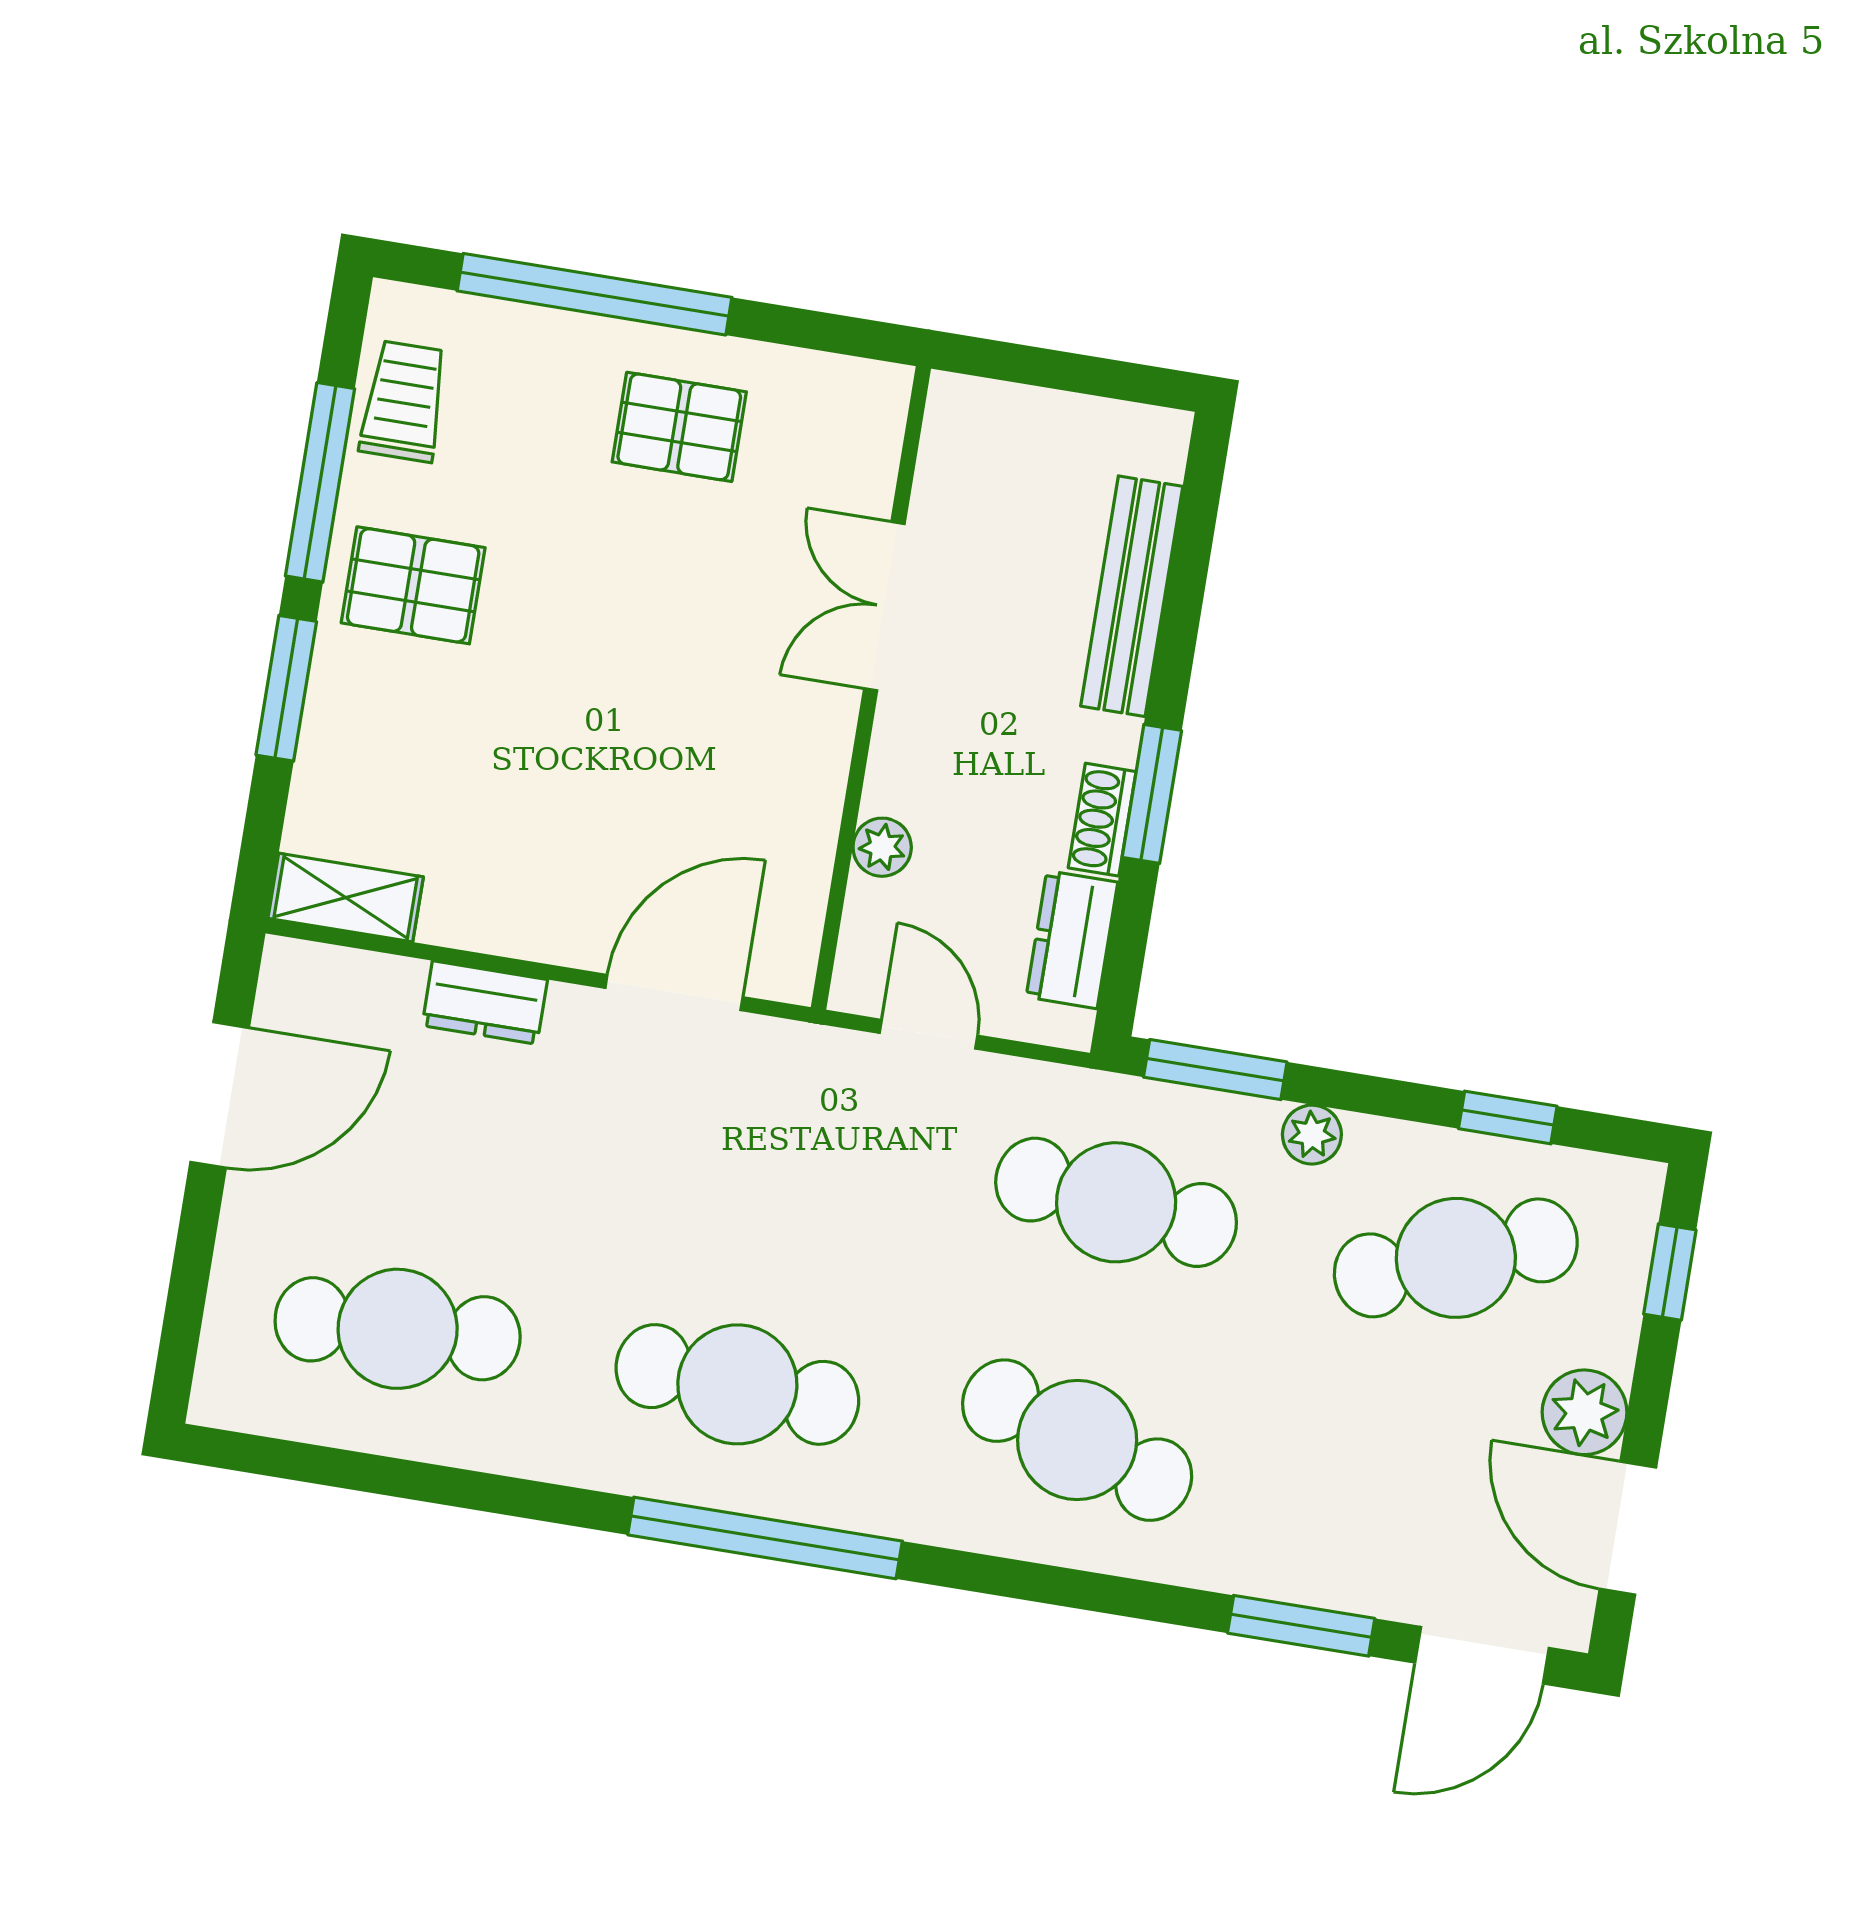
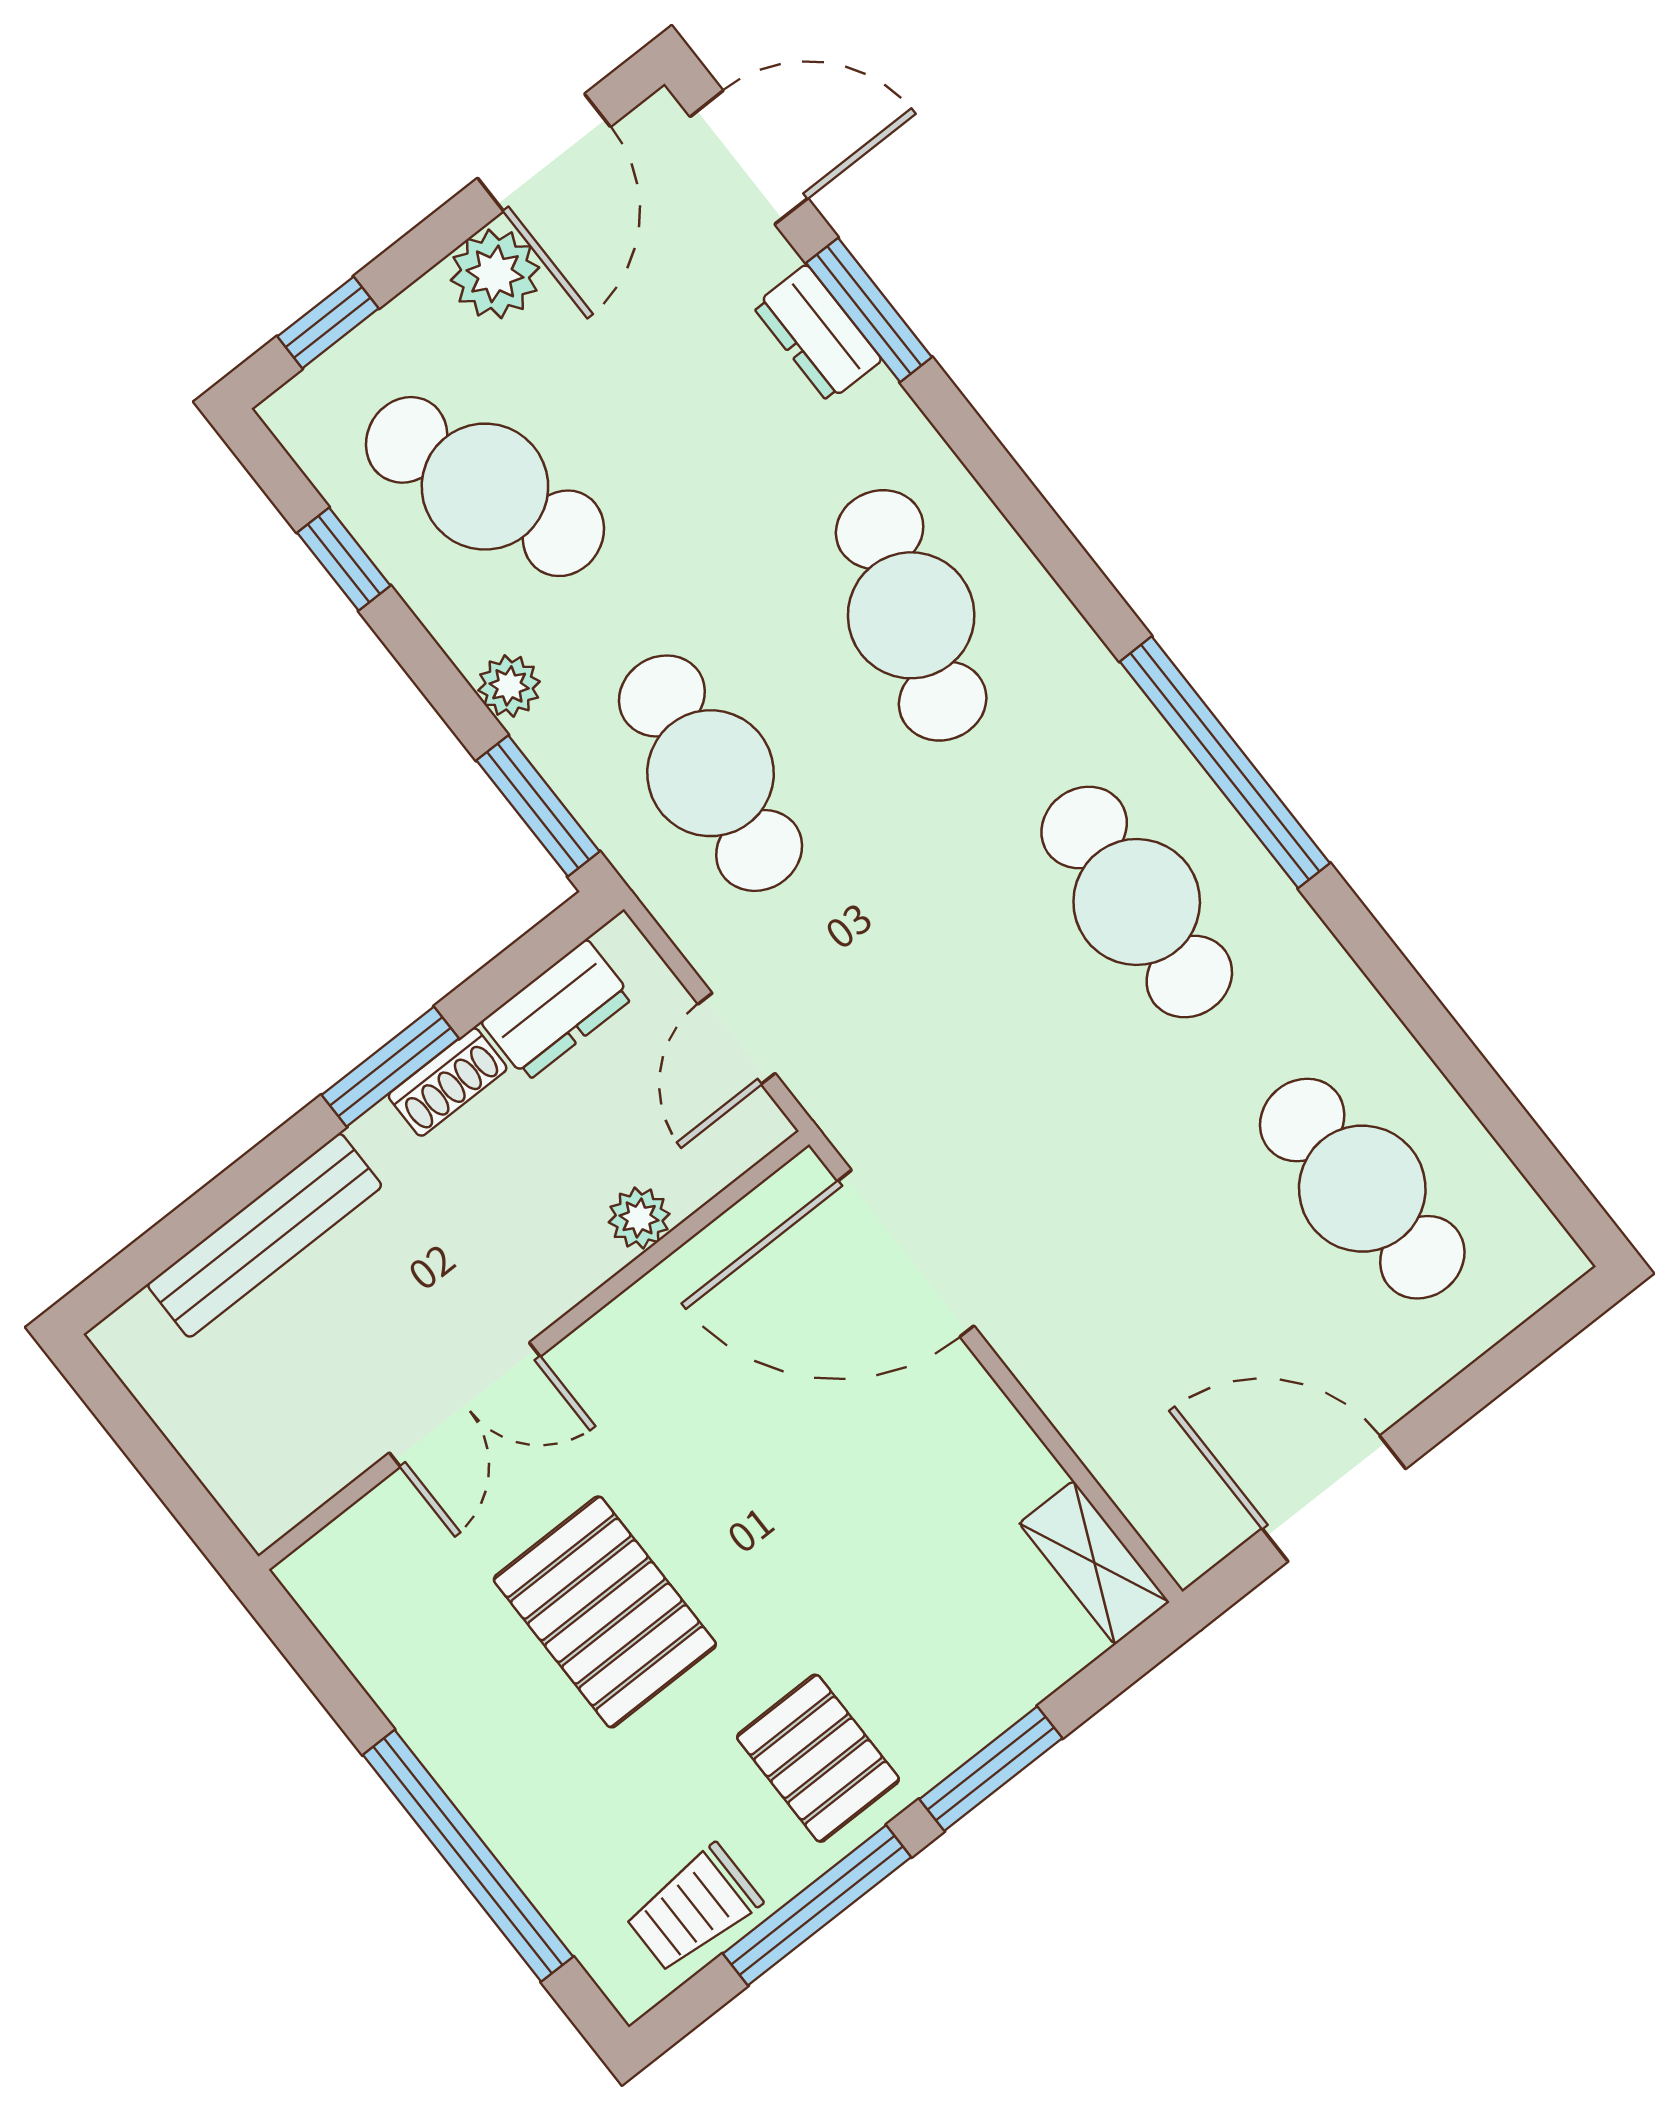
pallet: (679, 427) -> (605, 1612), moved, width x1.50, depth x1.42
door: (674, 993) -> (906, 1253), width x1.36
dresser: (485, 1003) -> (817, 333), moved, turned 180

